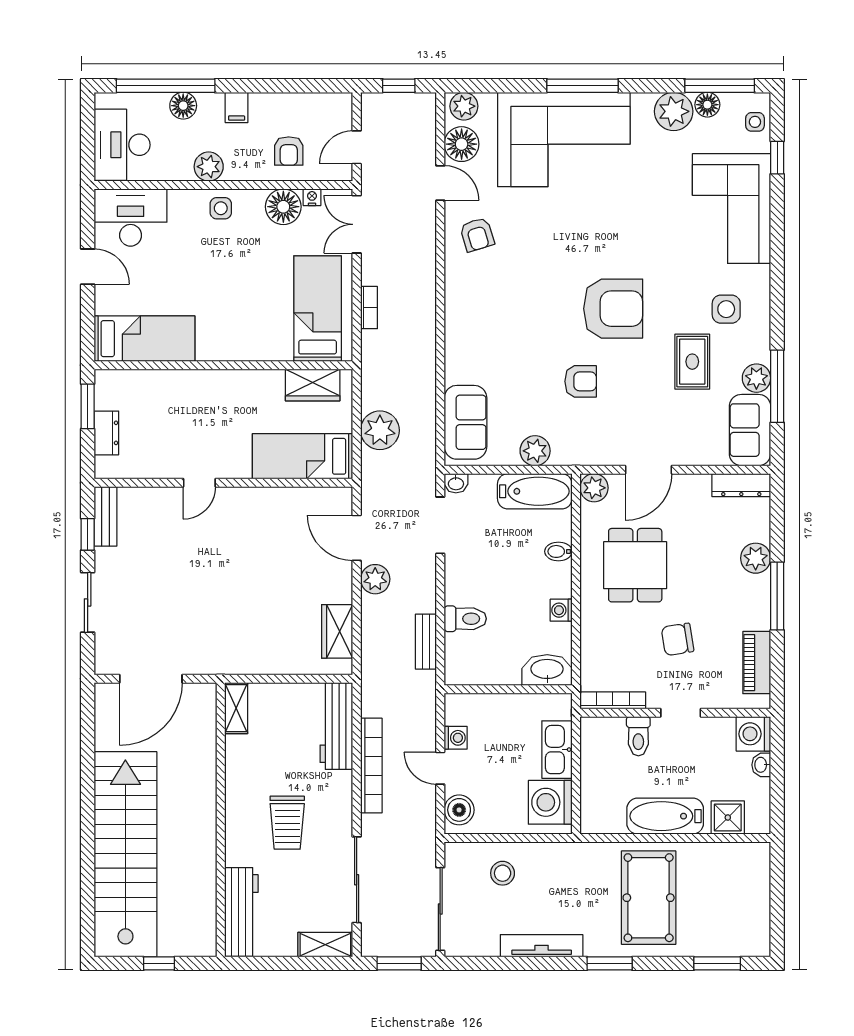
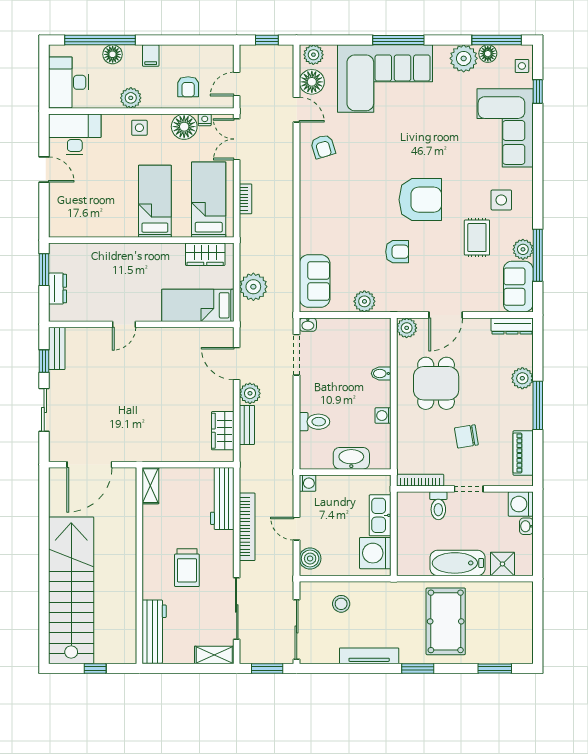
bed: (145, 339) -> (155, 201), moved, turned -90
bathtub: (535, 491) -> (364, 330), removed
bench: (426, 642) -> (247, 425), moved
washbasin: (547, 670) -> (351, 458), moved
washing machine: (456, 738) -> (308, 483), moved

